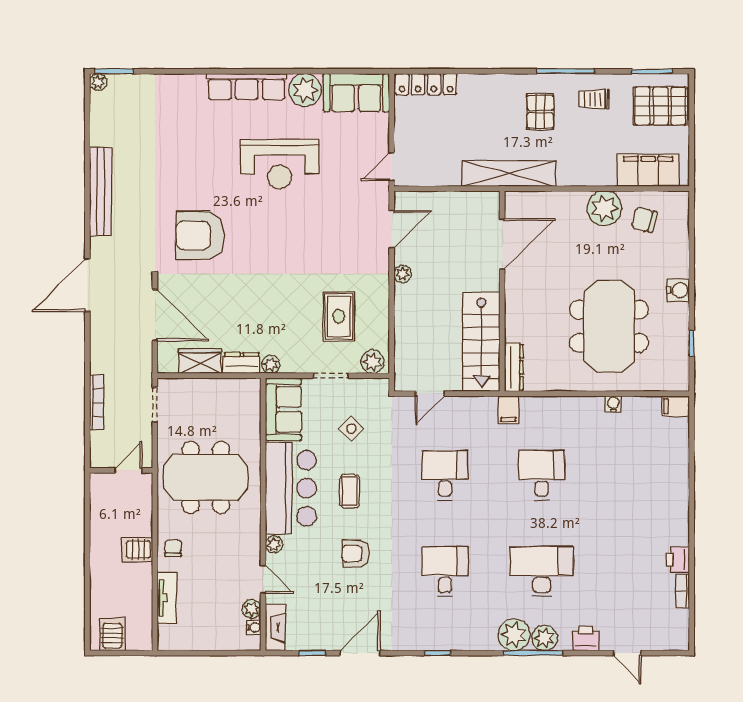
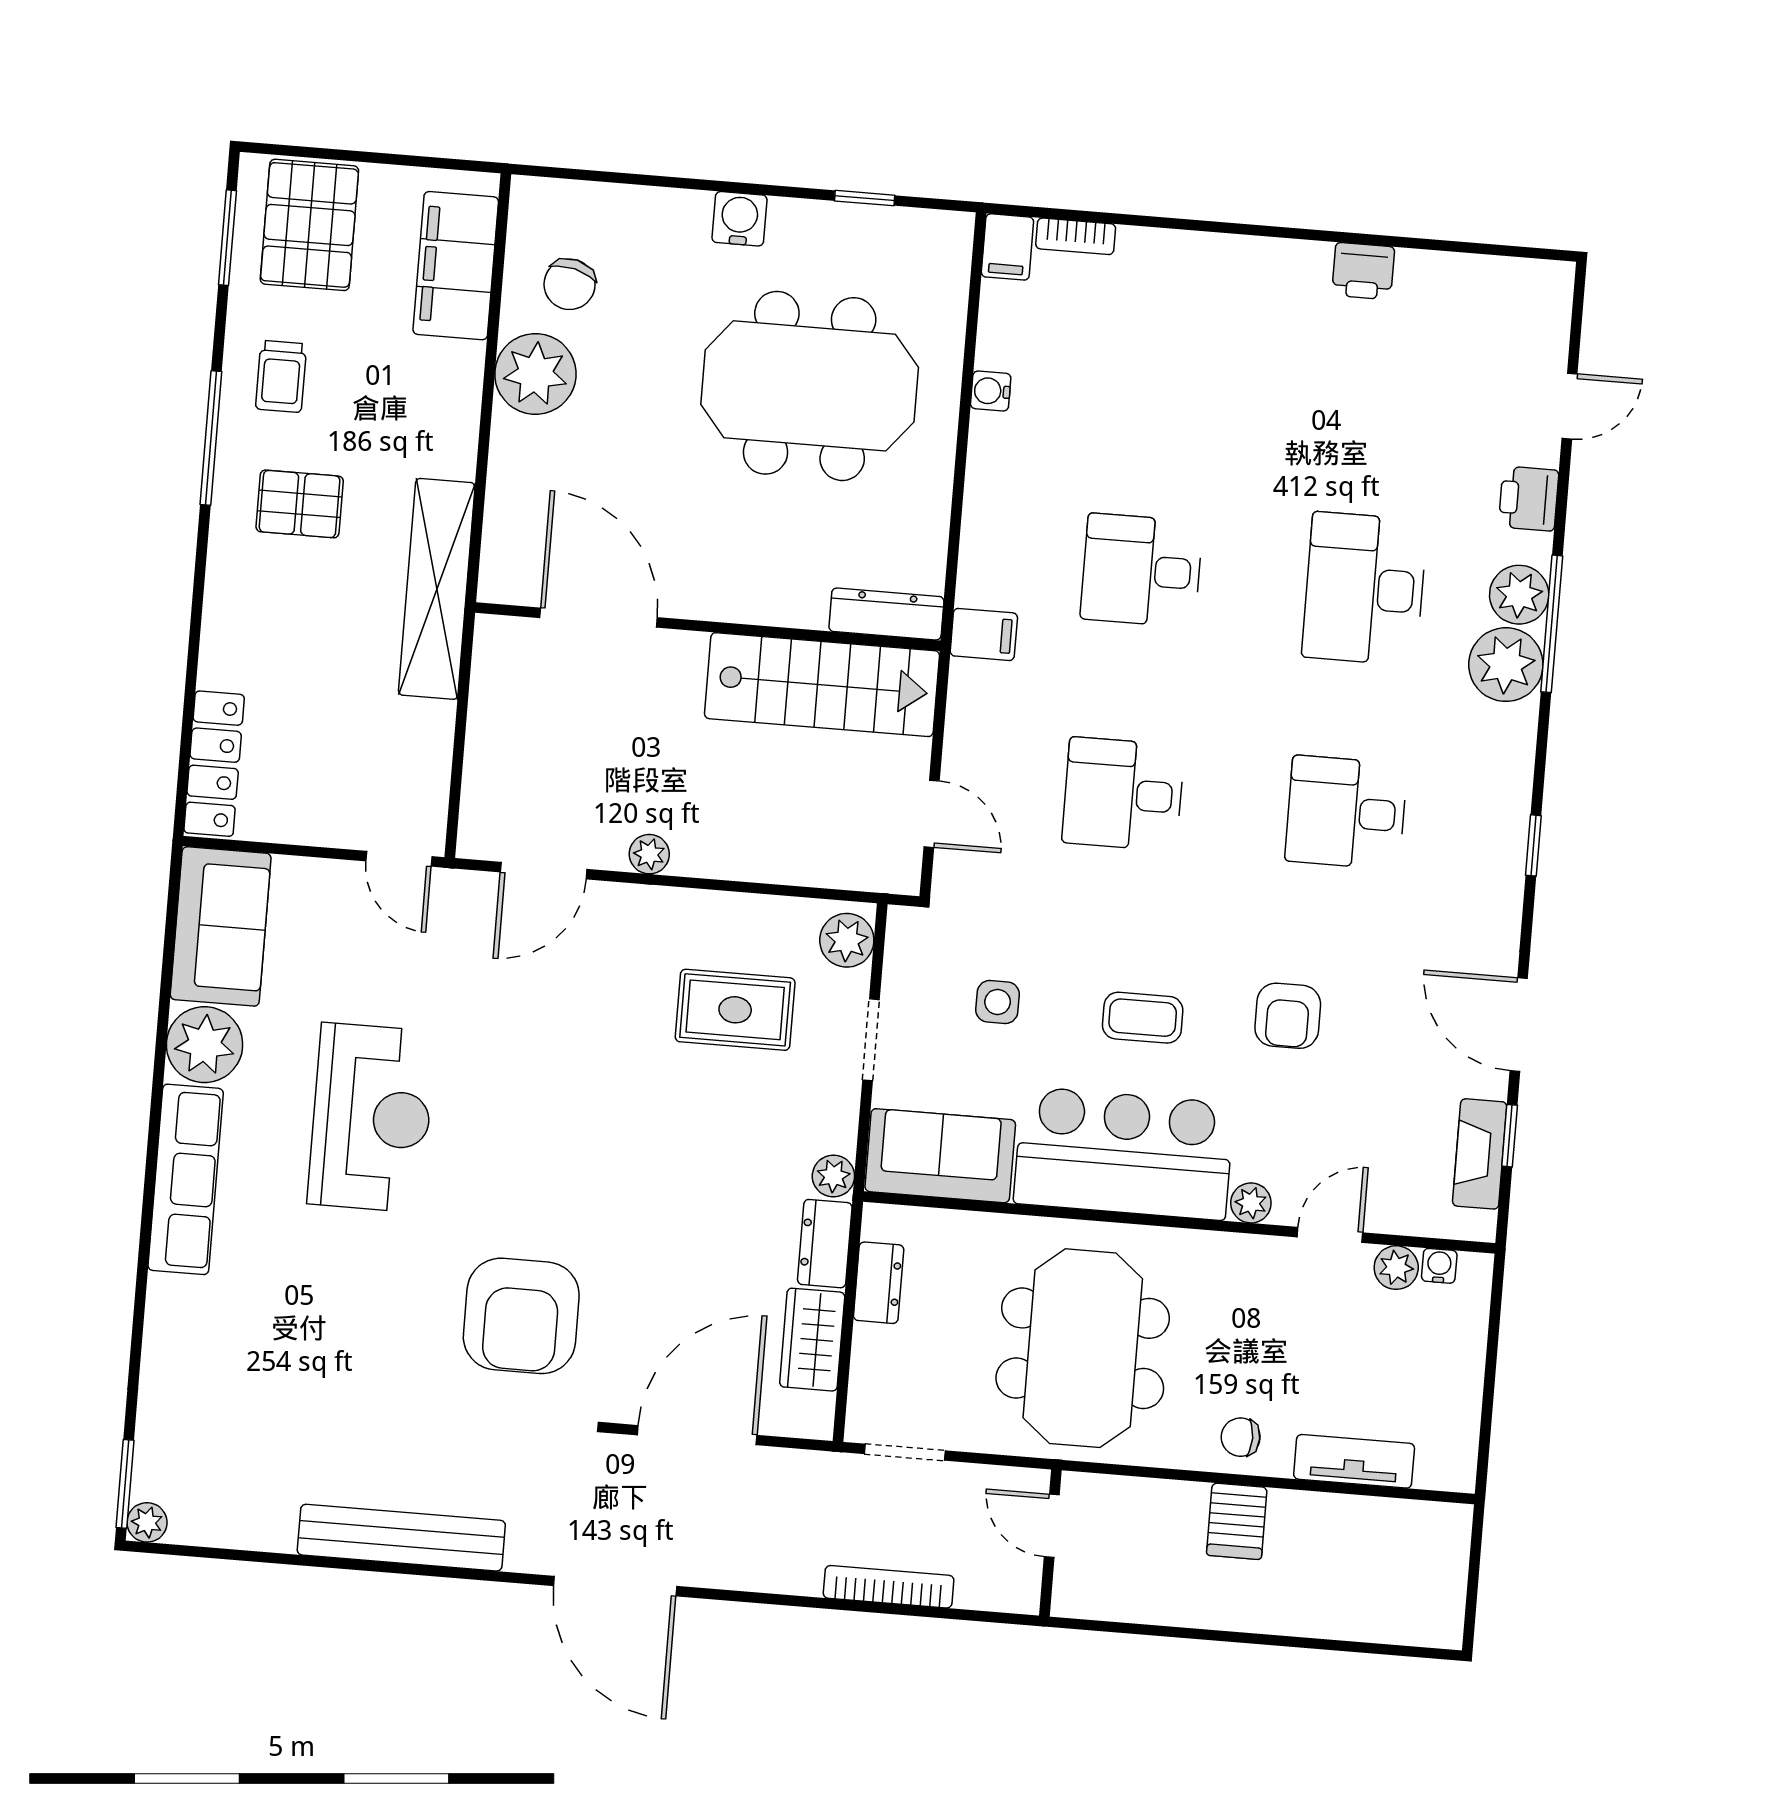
door: (392, 229) -> (544, 871), swing flipped
dresser: (227, 387) -> (879, 1283), added
side table: (351, 429) -> (998, 1002), turned 45
bookcase: (683, 591) -> (1076, 236), moved
fireplace: (275, 628) -> (1480, 1154), moved, turned -90
server rack: (112, 634) -> (1428, 1595), removed

